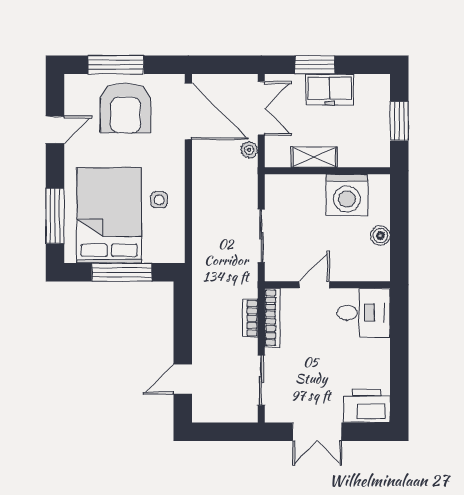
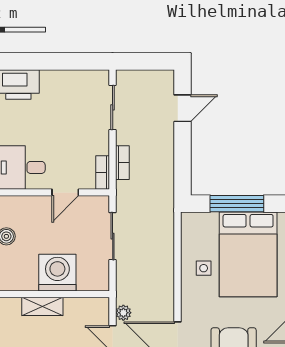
shelving: (314, 157) -> (42, 306), moved
washing machine: (347, 195) -> (57, 273), moved
bookcase: (272, 318) -> (103, 173), width x0.64
double door: (317, 432) -> (63, 61), removed

